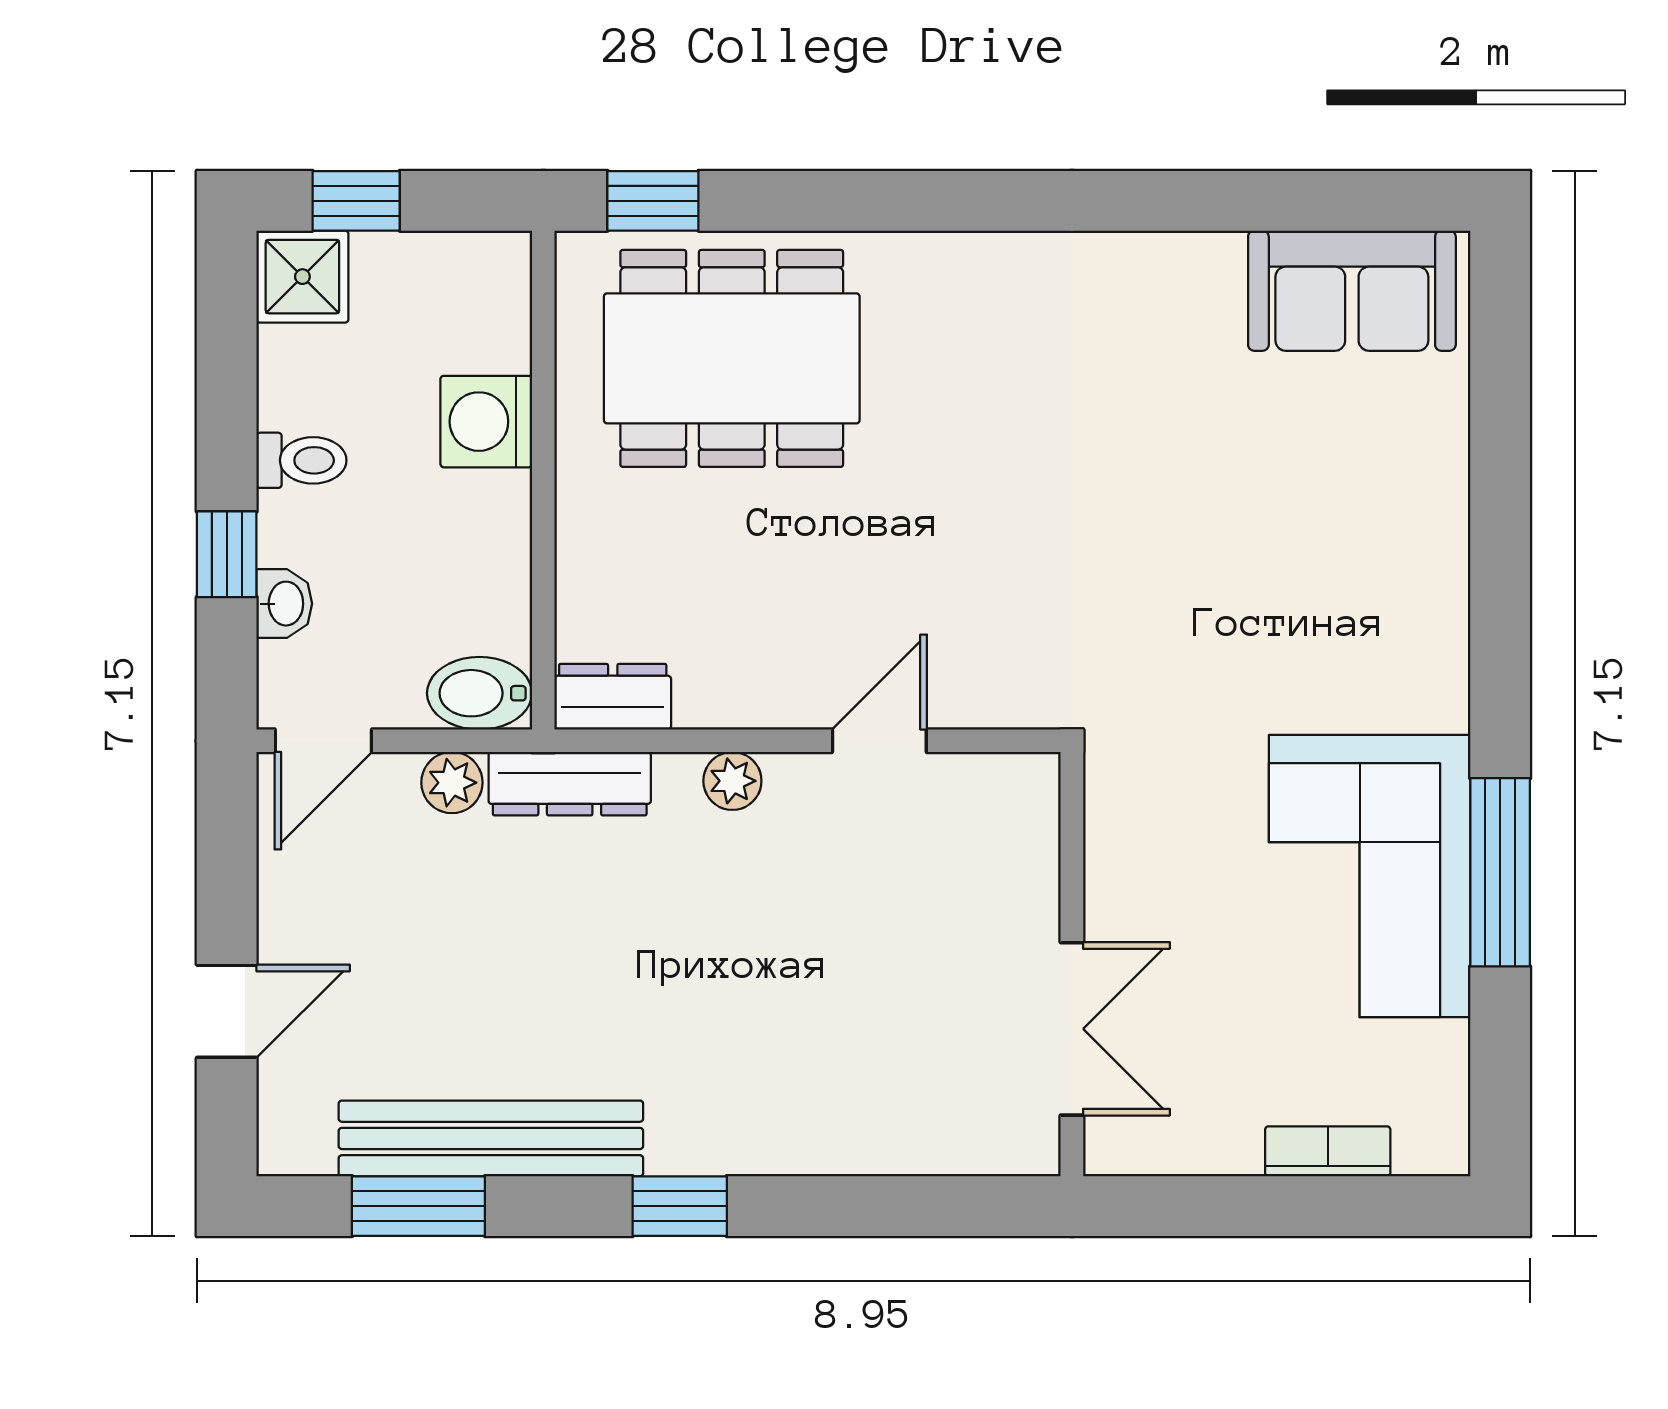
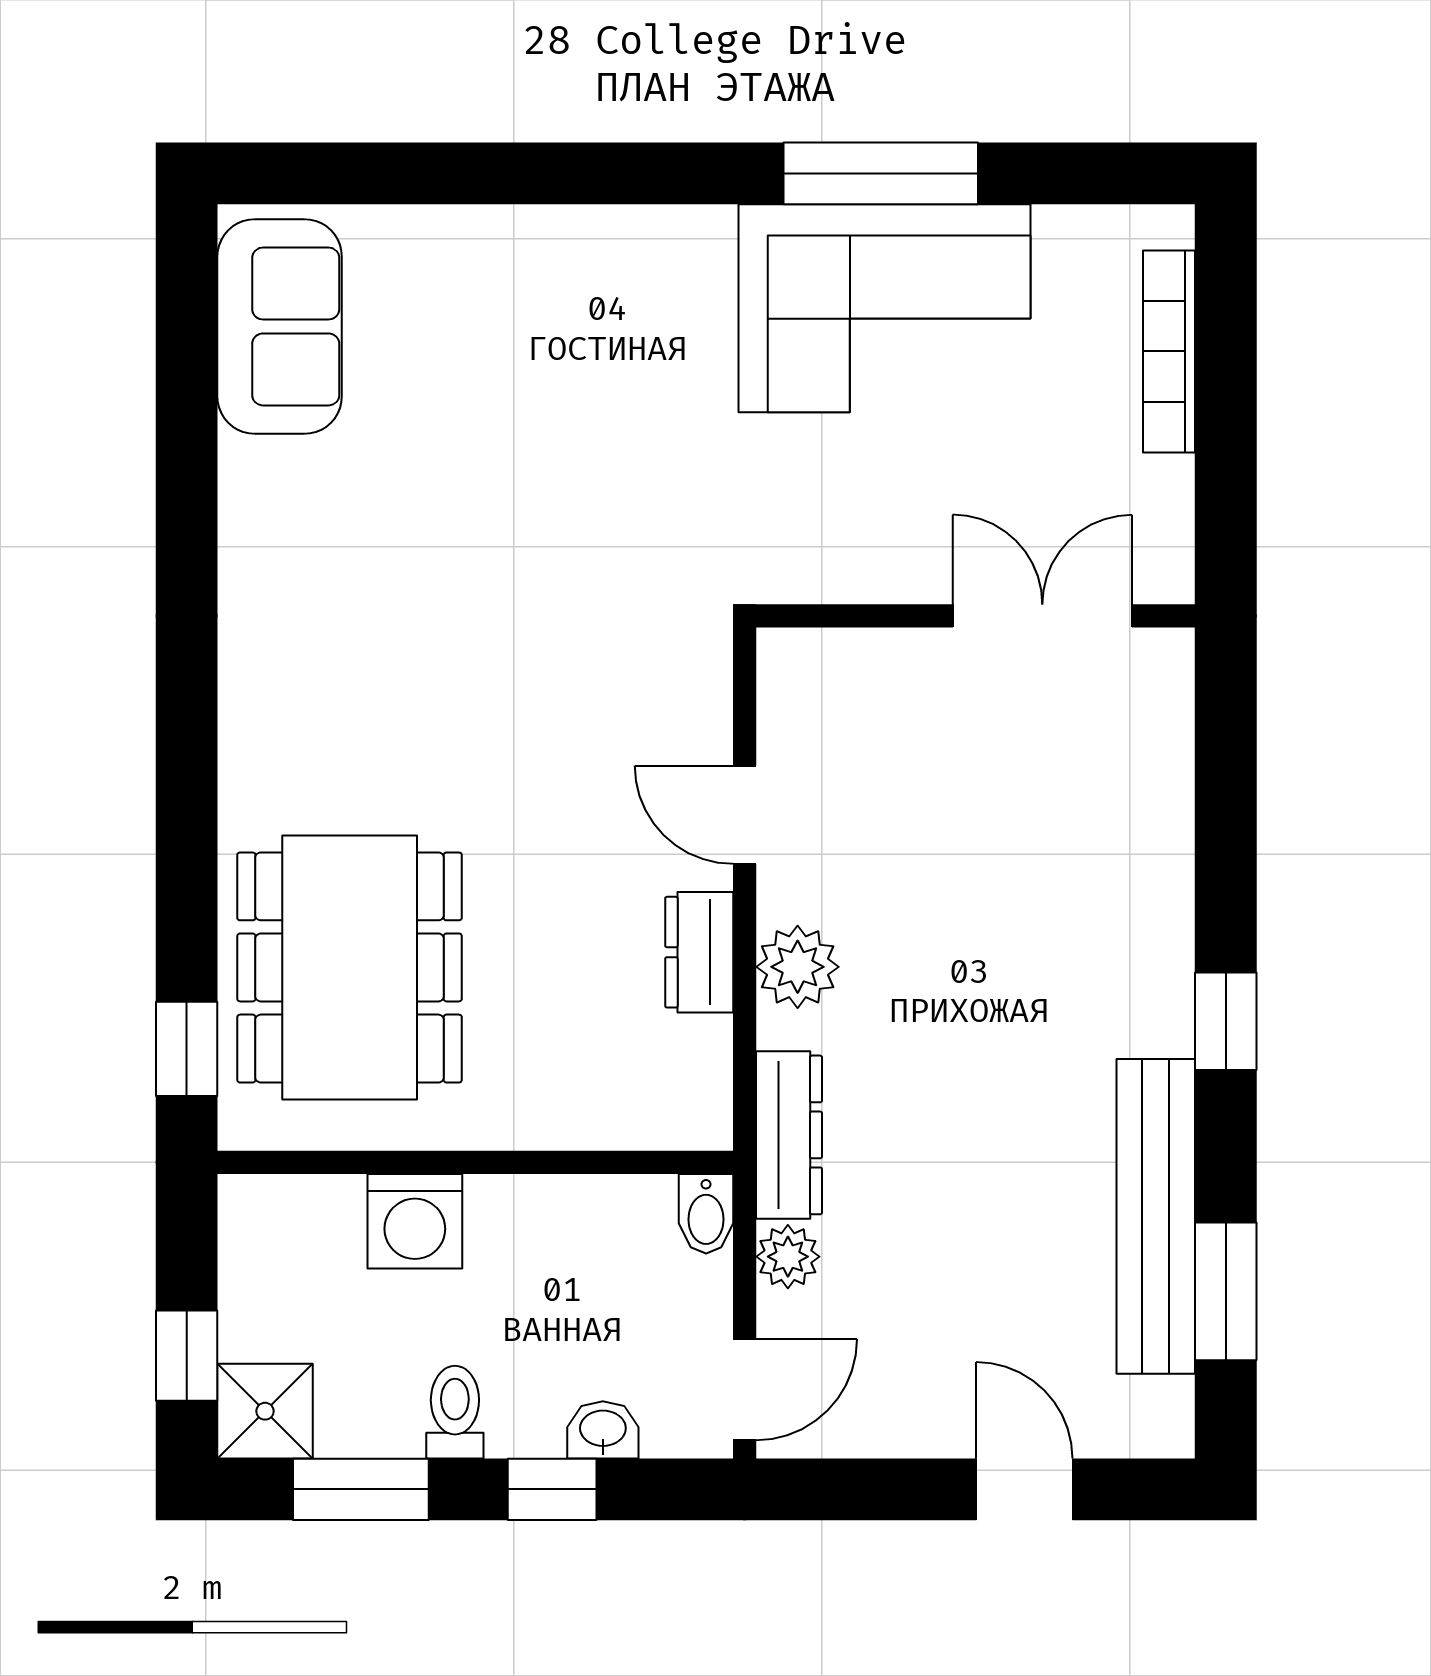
window: (227, 369) -> (361, 1489), added
bidet: (479, 693) -> (706, 1214), width x0.72, depth x0.74
dresser: (613, 697) -> (699, 952), moved
door: (323, 741) -> (745, 1390), hinge flipped
plant: (732, 781) -> (798, 967), width x1.38, depth x1.38
bookcase: (1328, 1151) -> (1169, 351), width x1.56

